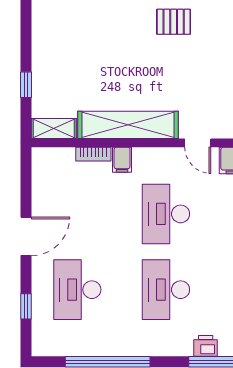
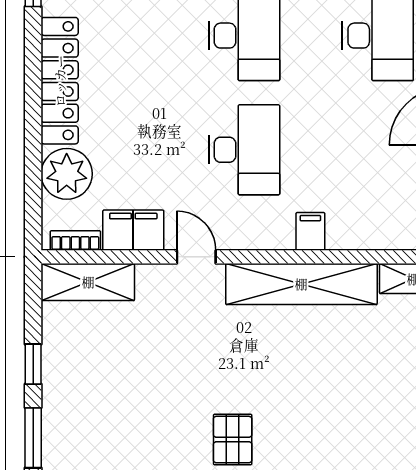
pallet: (174, 22) -> (233, 440), turned 90
bookcase: (93, 154) -> (354, 240), removed

